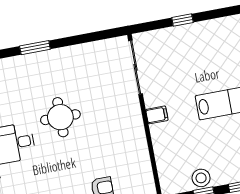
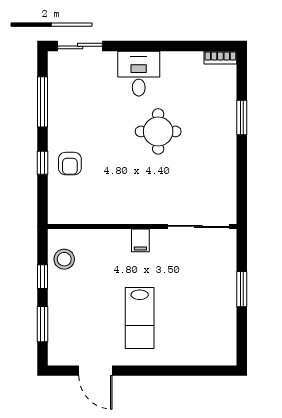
window: (182, 20) -> (242, 289), width x1.50
stool: (201, 178) -> (64, 259), moved

